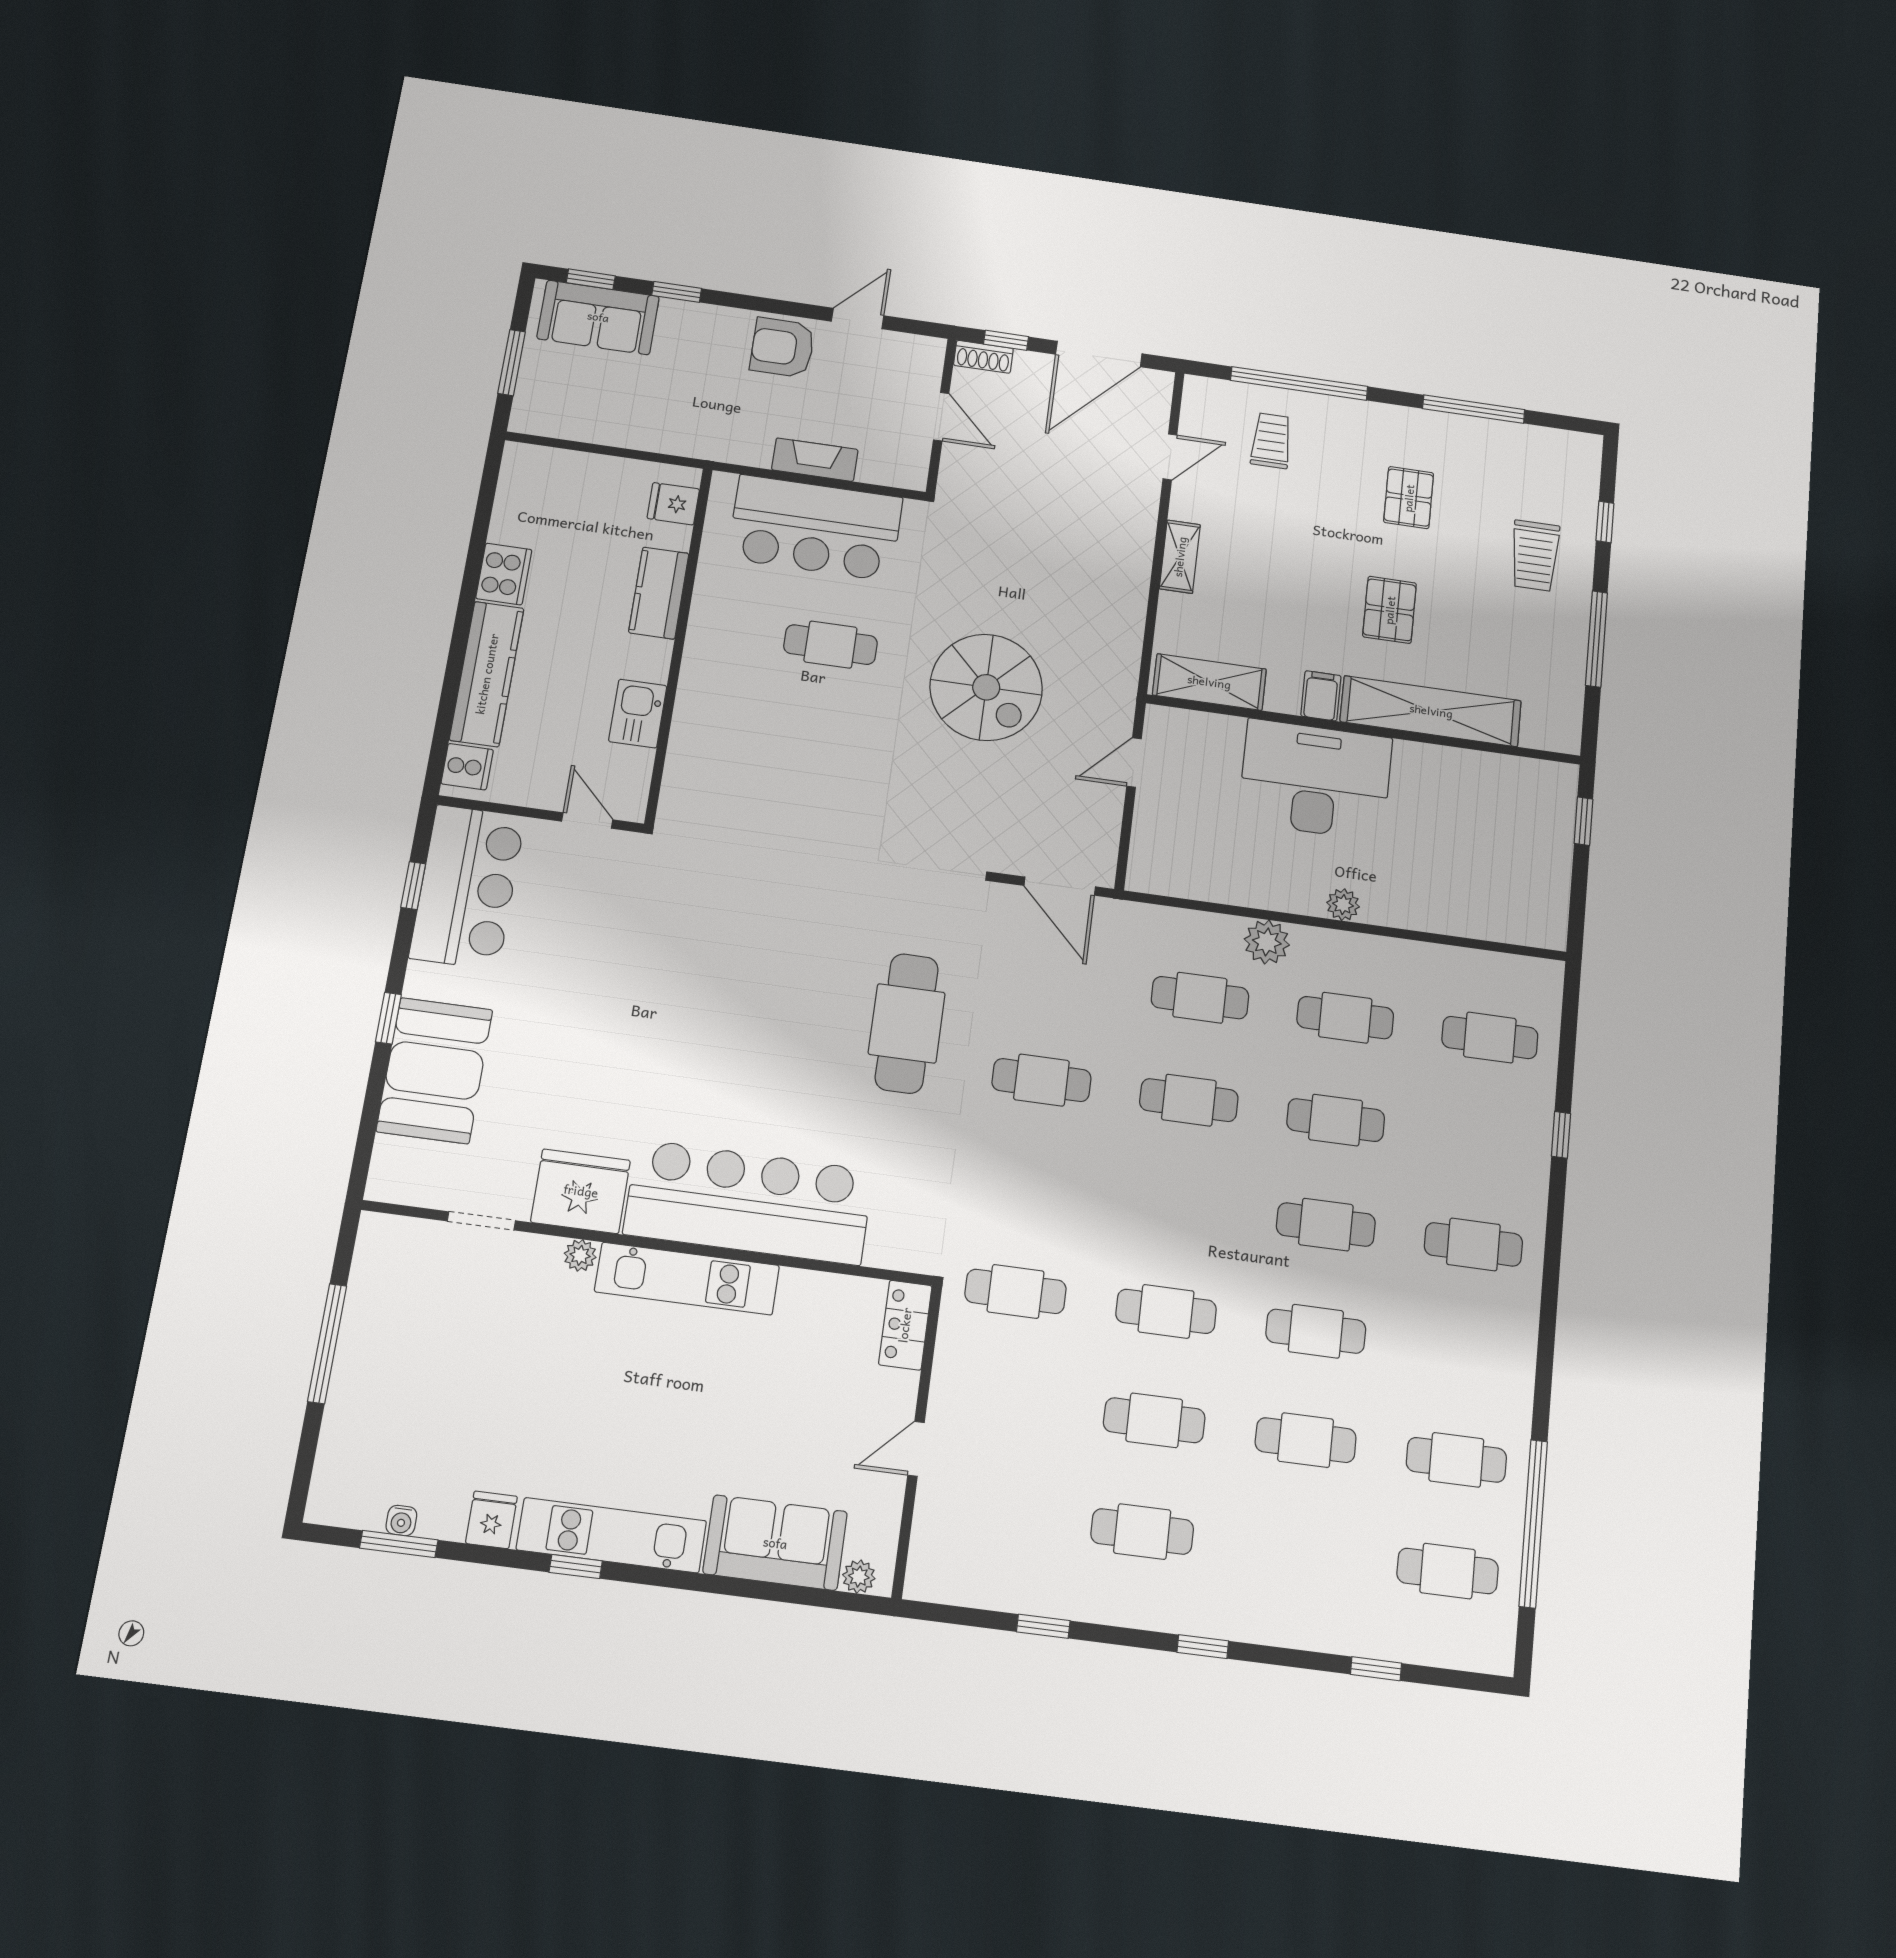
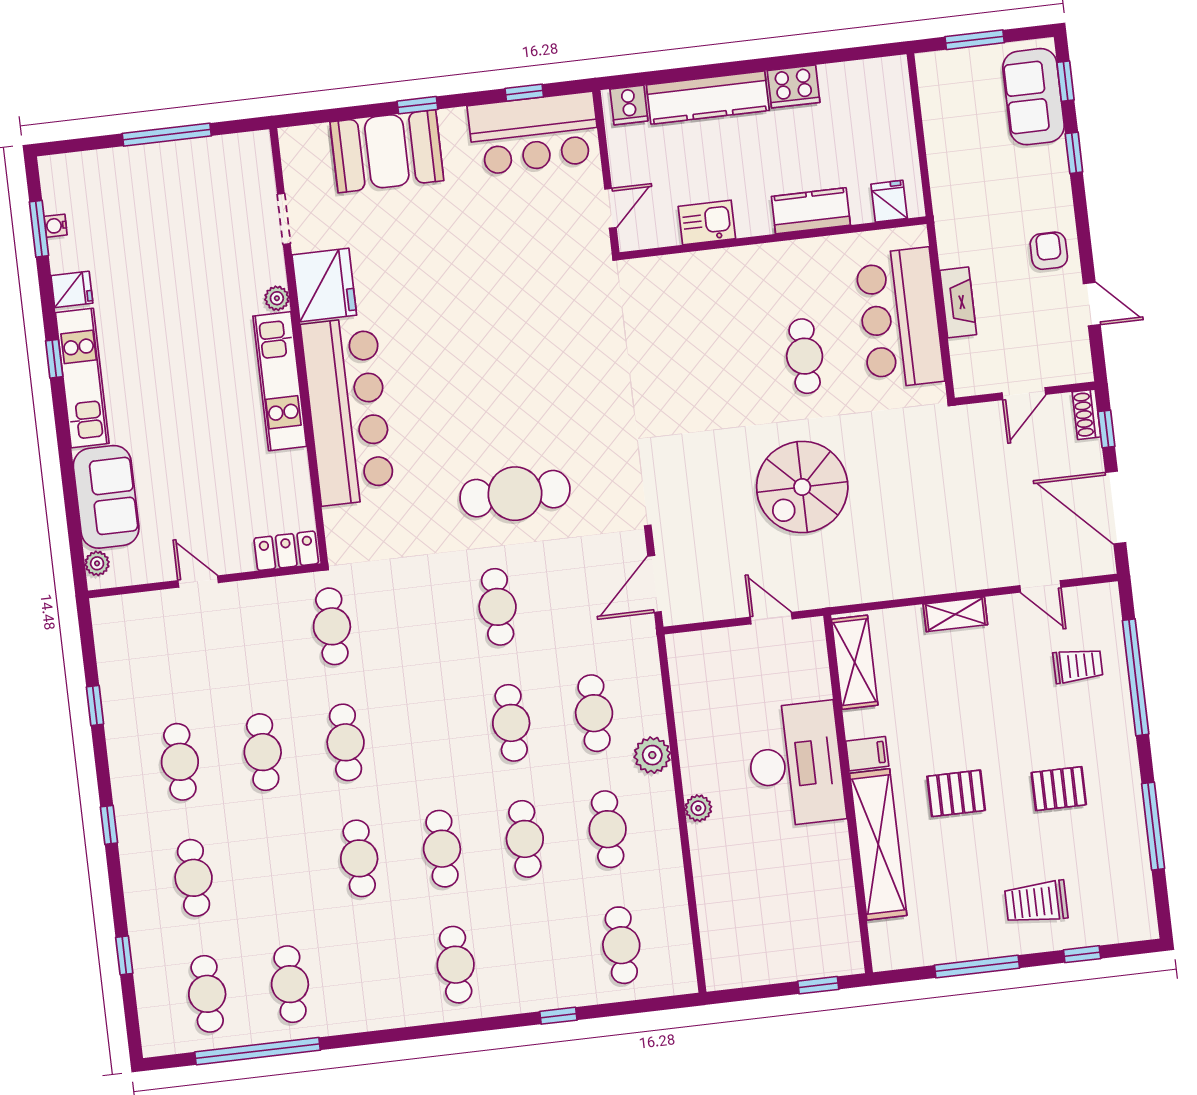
armchair: (782, 348) -> (1049, 251), width x0.72, depth x0.72
cafe table: (1306, 1440) -> (194, 878), moved

